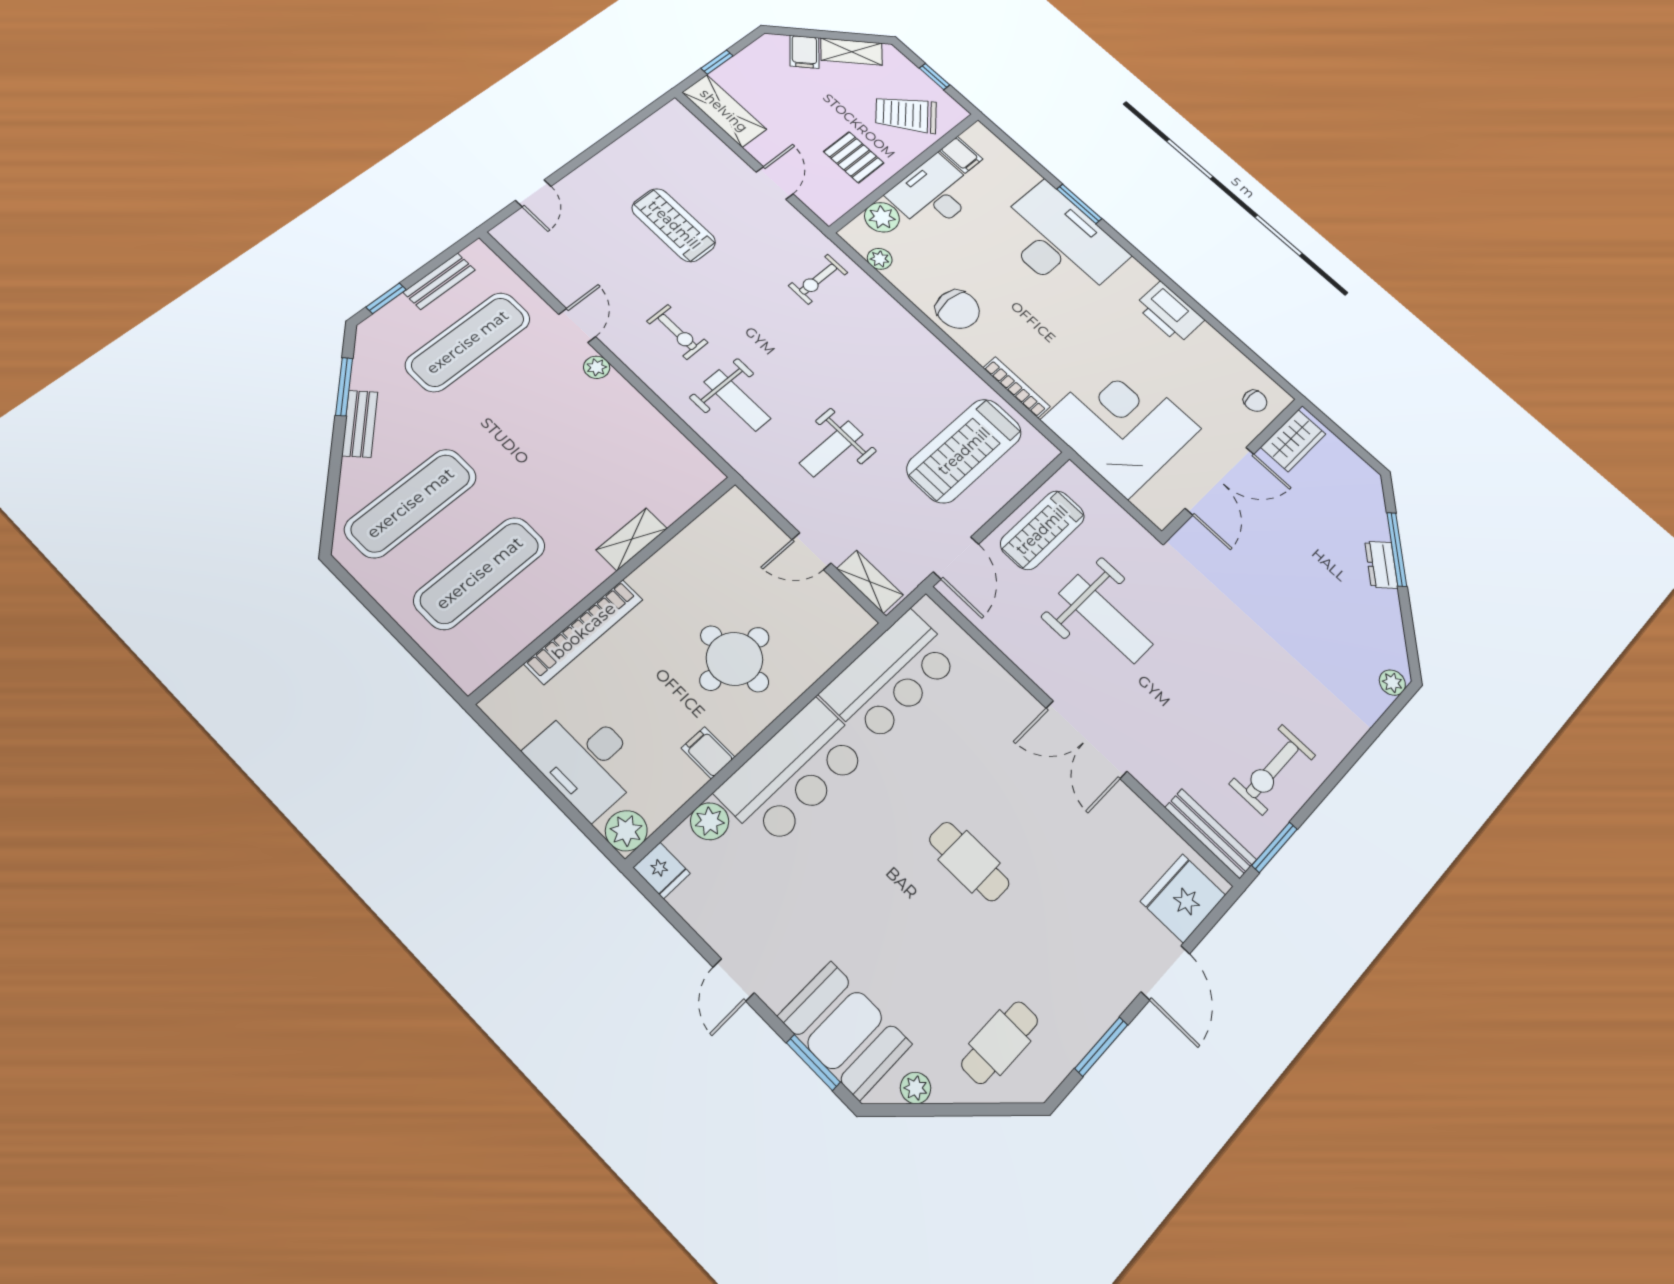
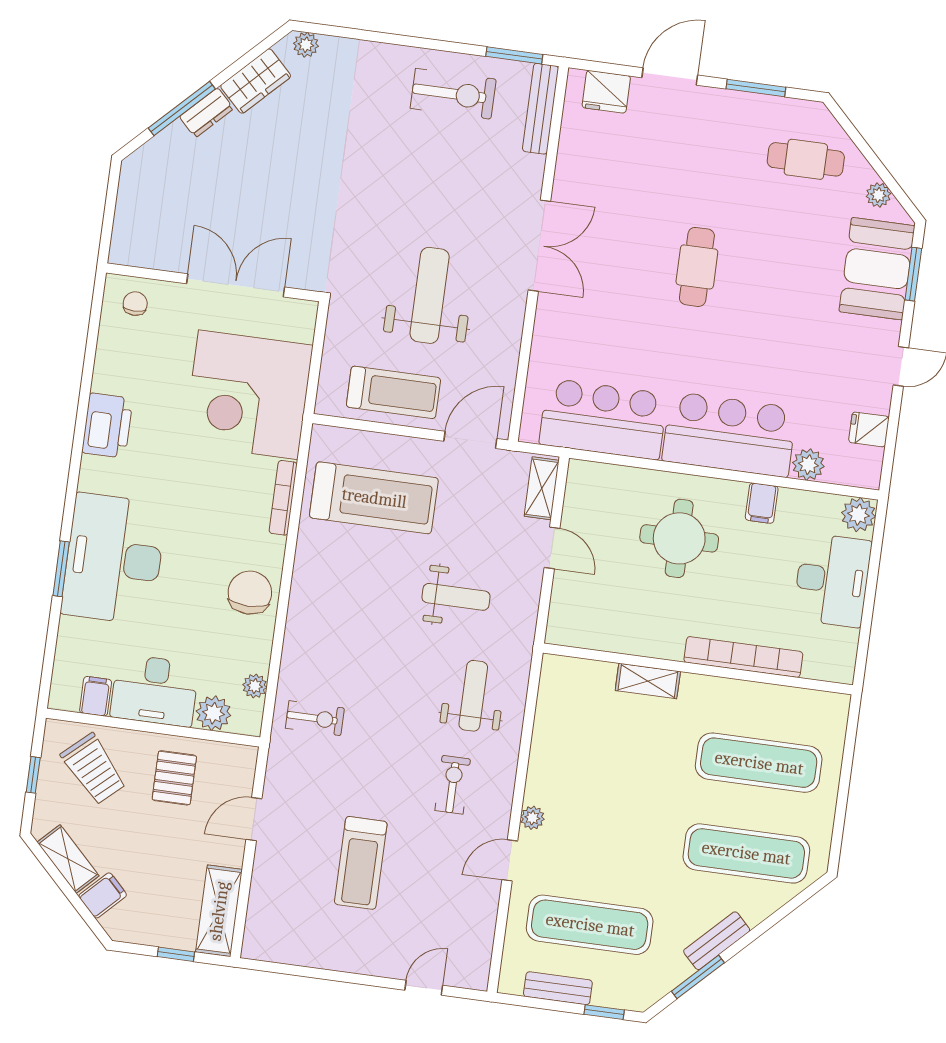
wardrobe: (1293, 441) -> (256, 81), moved, turned 135
fridge: (662, 870) -> (869, 429), moved, turned -90
fridge: (1183, 898) -> (606, 92), width x0.73, depth x0.75

